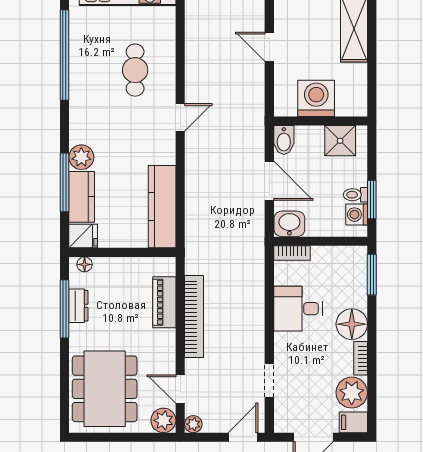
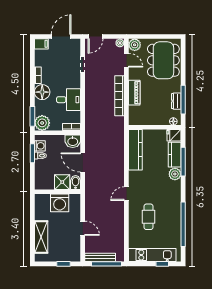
shower: (340, 141) -> (62, 182), moved
piano: (164, 302) -> (134, 93), moved
plant: (352, 393) -> (42, 123), moved

